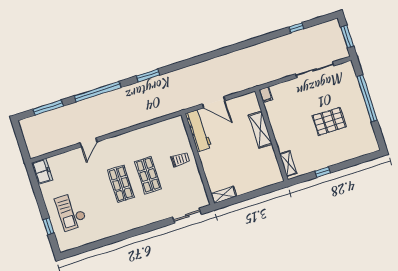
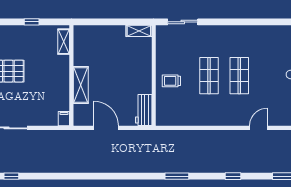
window: (98, 92) -> (233, 176), width x0.32
door: (214, 102) -> (106, 128), moved
workbench: (198, 131) -> (144, 110), width x0.73

